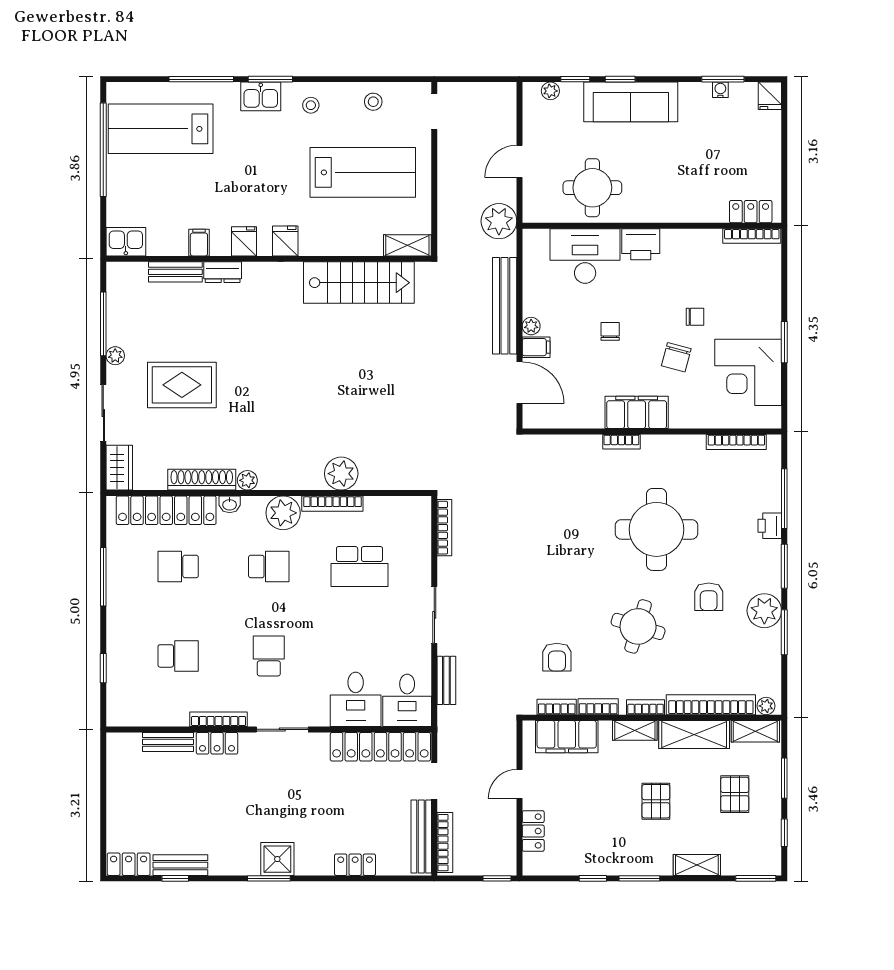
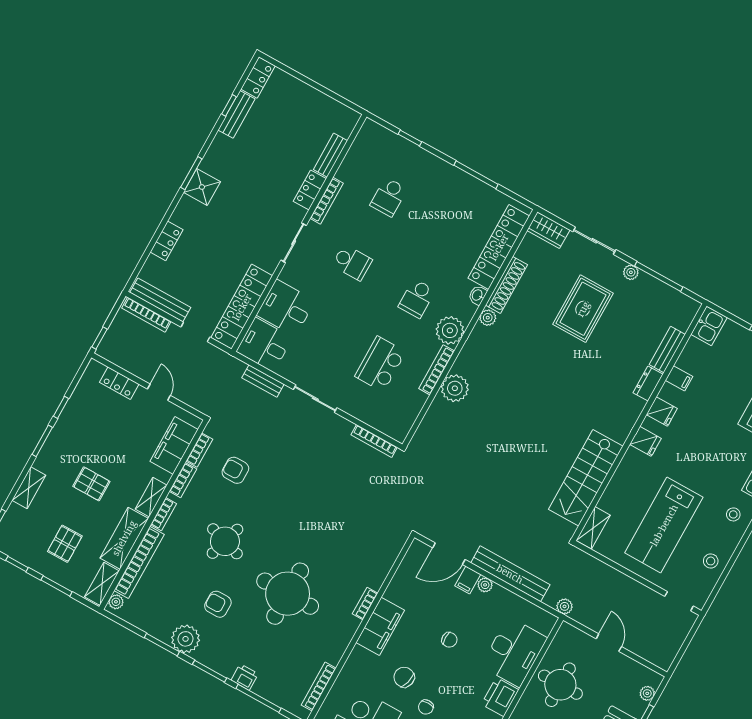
plant: (499, 221) -> (565, 606), width x0.53, depth x0.53
school desk: (178, 566) -> (453, 233), removed
pallet: (735, 794) -> (65, 544), turned 90

